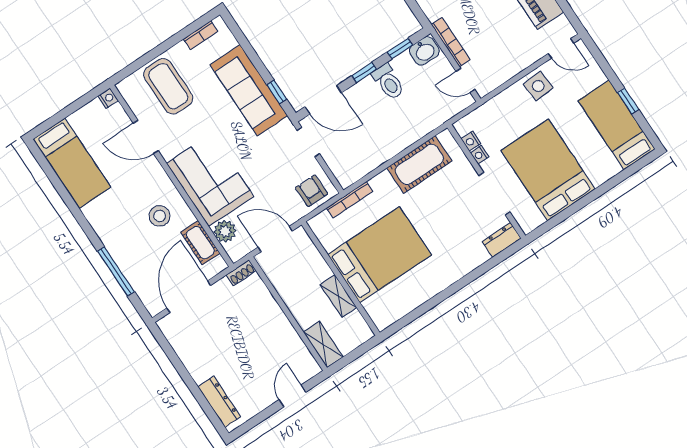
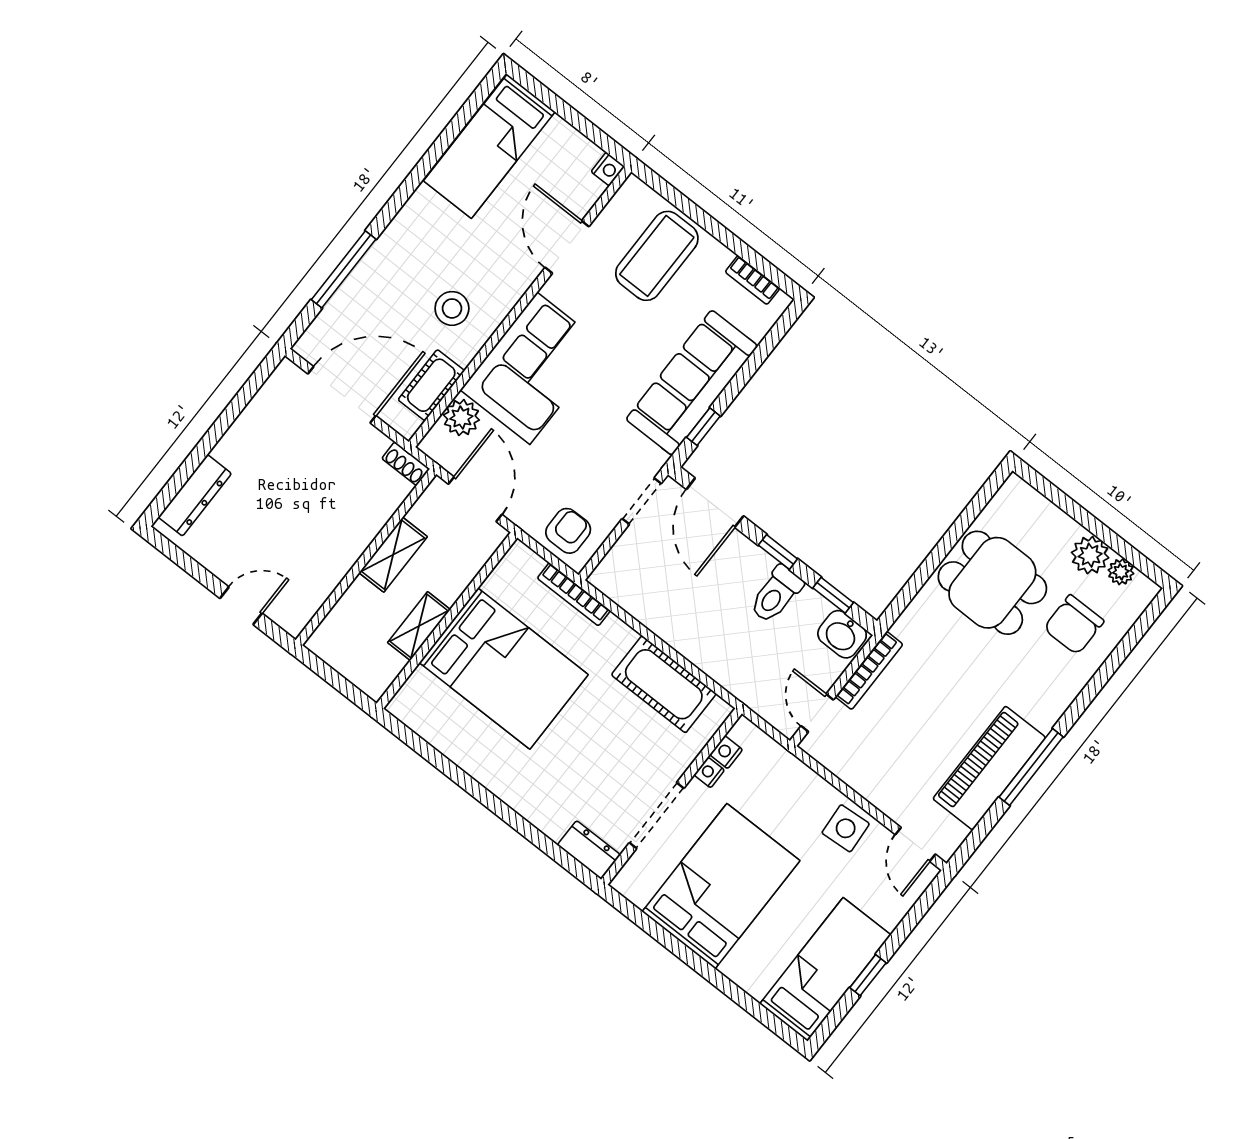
shelving: (323, 344) -> (393, 555), moved

